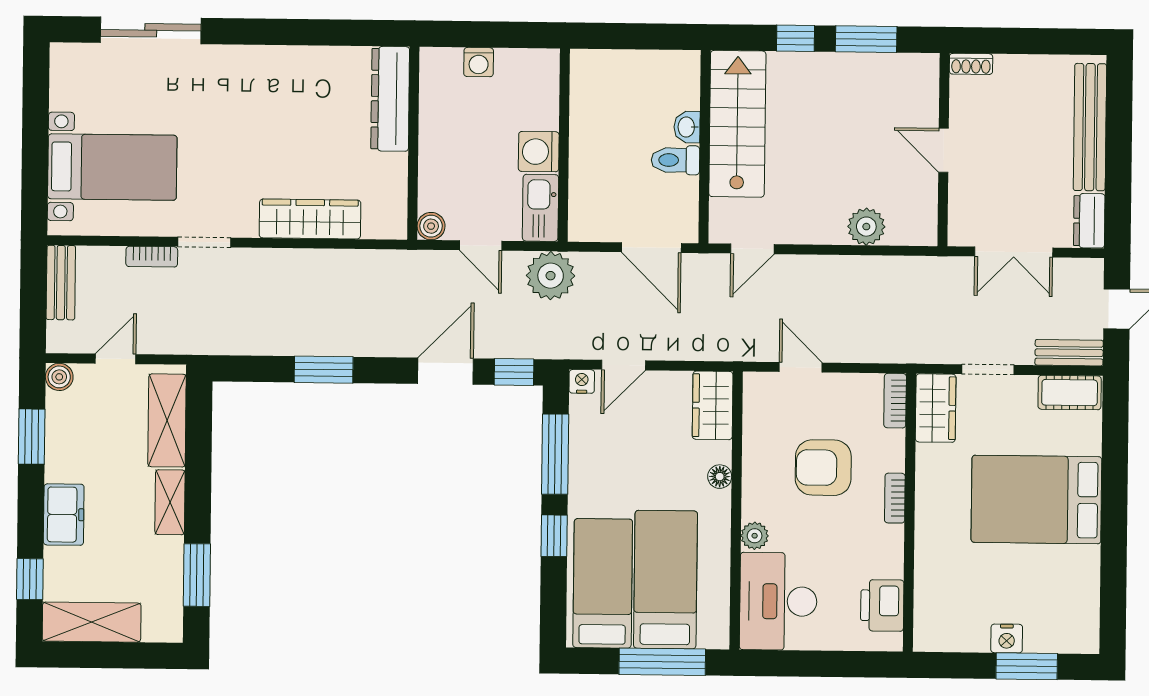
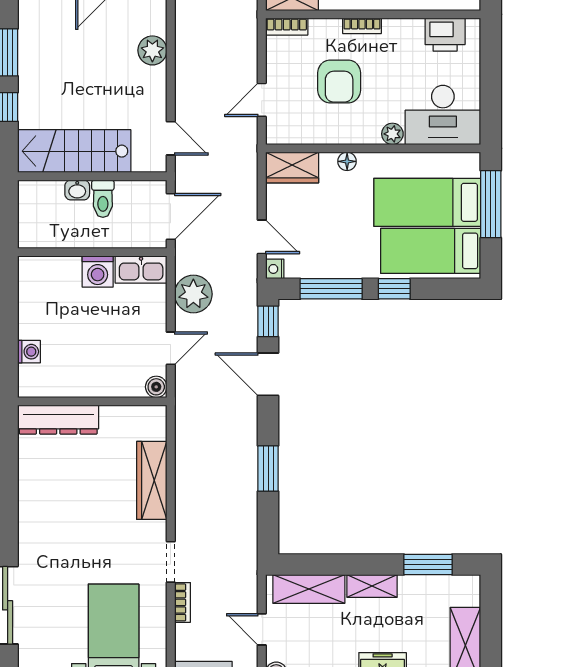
wall: (564, 145) -> (92, 252), moved
washing machine: (539, 152) -> (98, 271), moved
kitchen sink: (540, 208) -> (141, 270), moved

